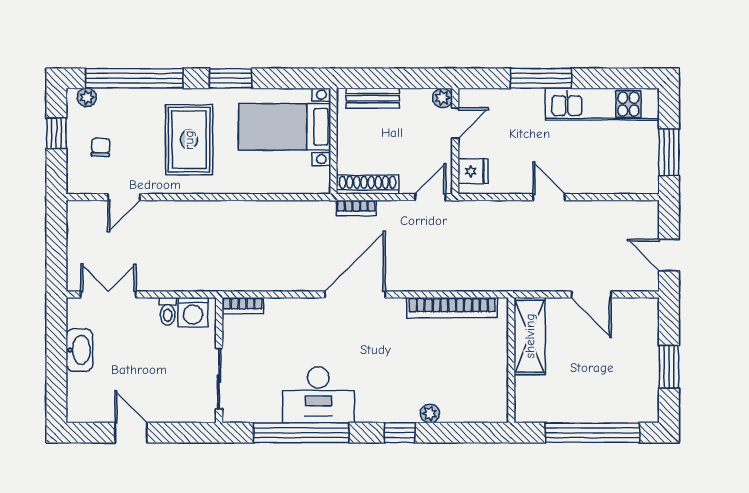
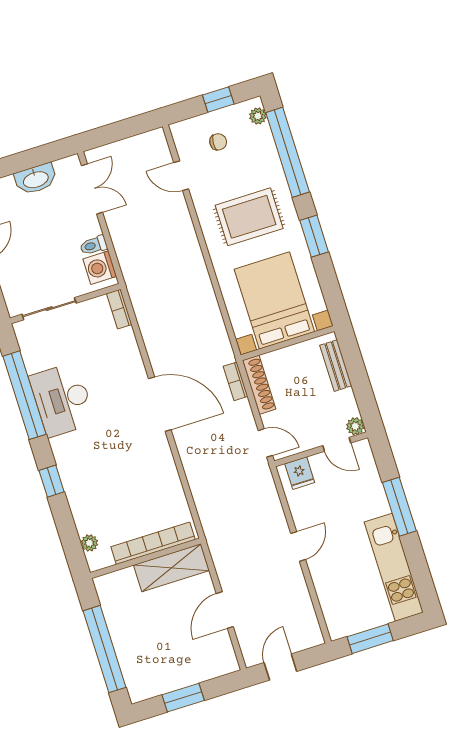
bed with nightstands: (285, 127) -> (274, 300), width x1.36
bookcase: (452, 308) -> (153, 543), moved, turned 90
plant: (430, 414) -> (89, 543), moved

